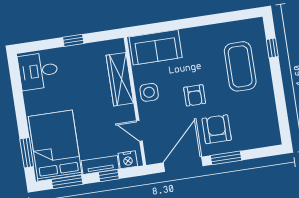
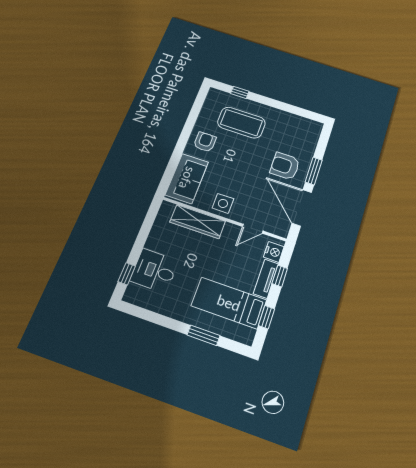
window: (73, 40) -> (127, 274), moved
desk: (38, 71) -> (154, 271), moved, turned 90
armchair: (195, 95) -> (205, 142), moved, turned -90
bed: (55, 146) -> (229, 303), width x0.67
window: (27, 153) -> (204, 335), moved
window: (67, 182) -> (266, 317), width x0.67

